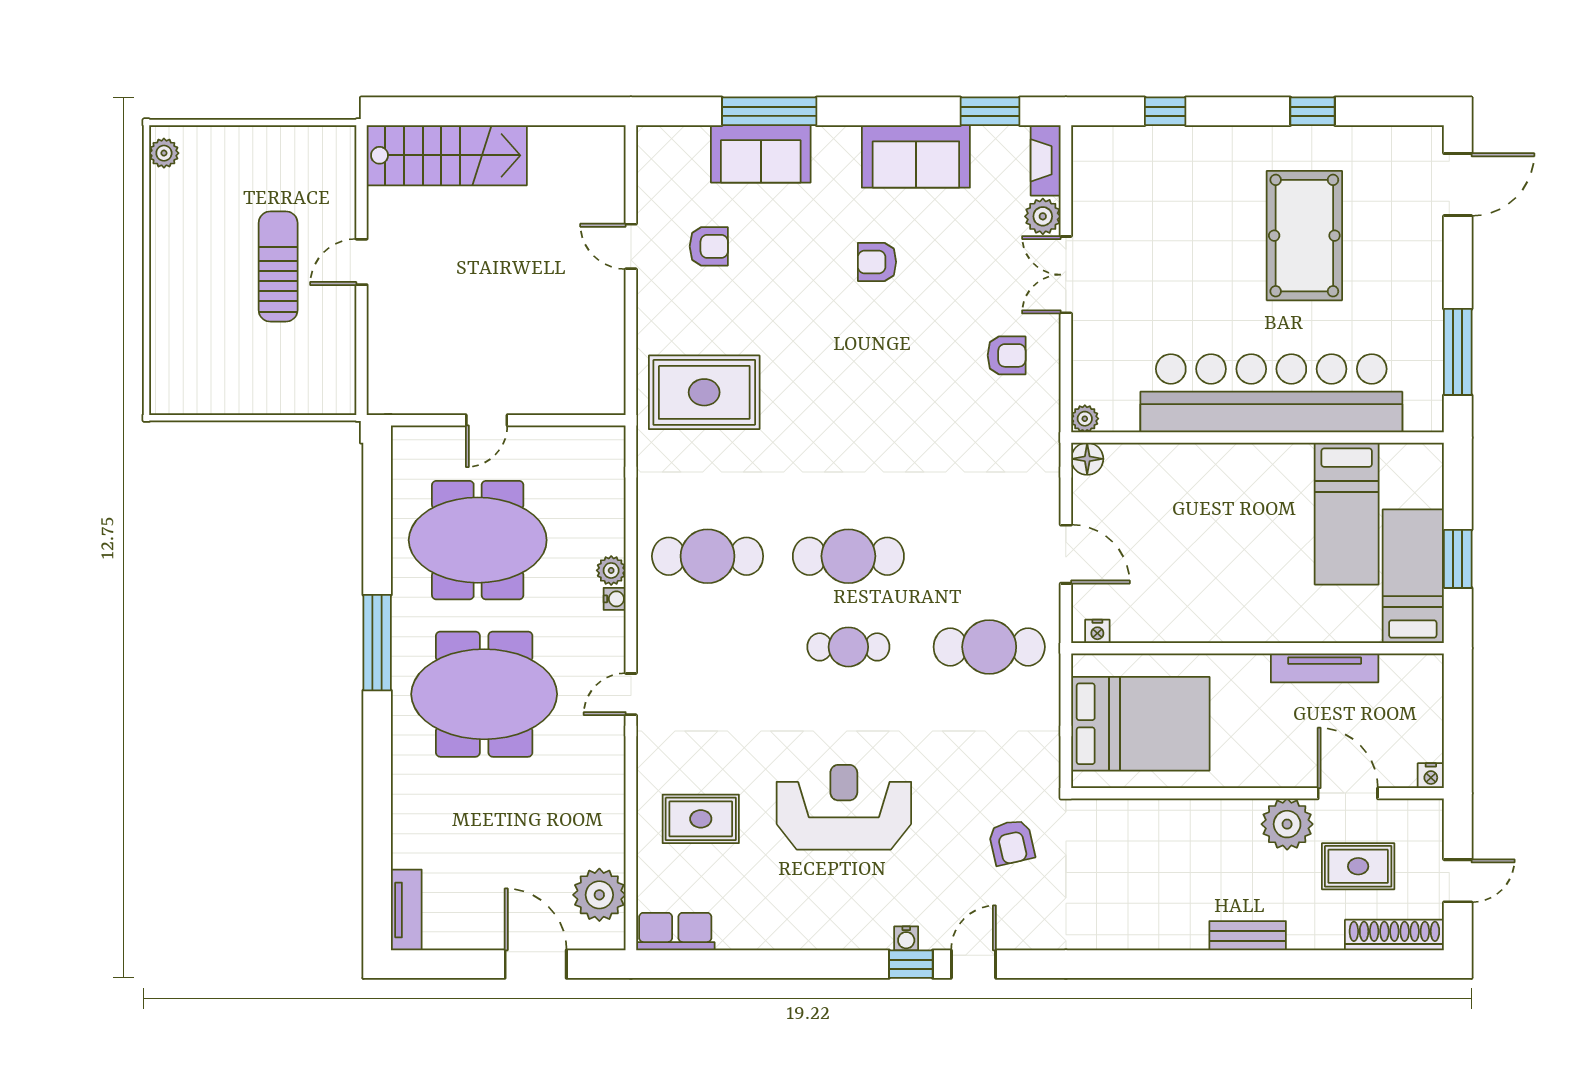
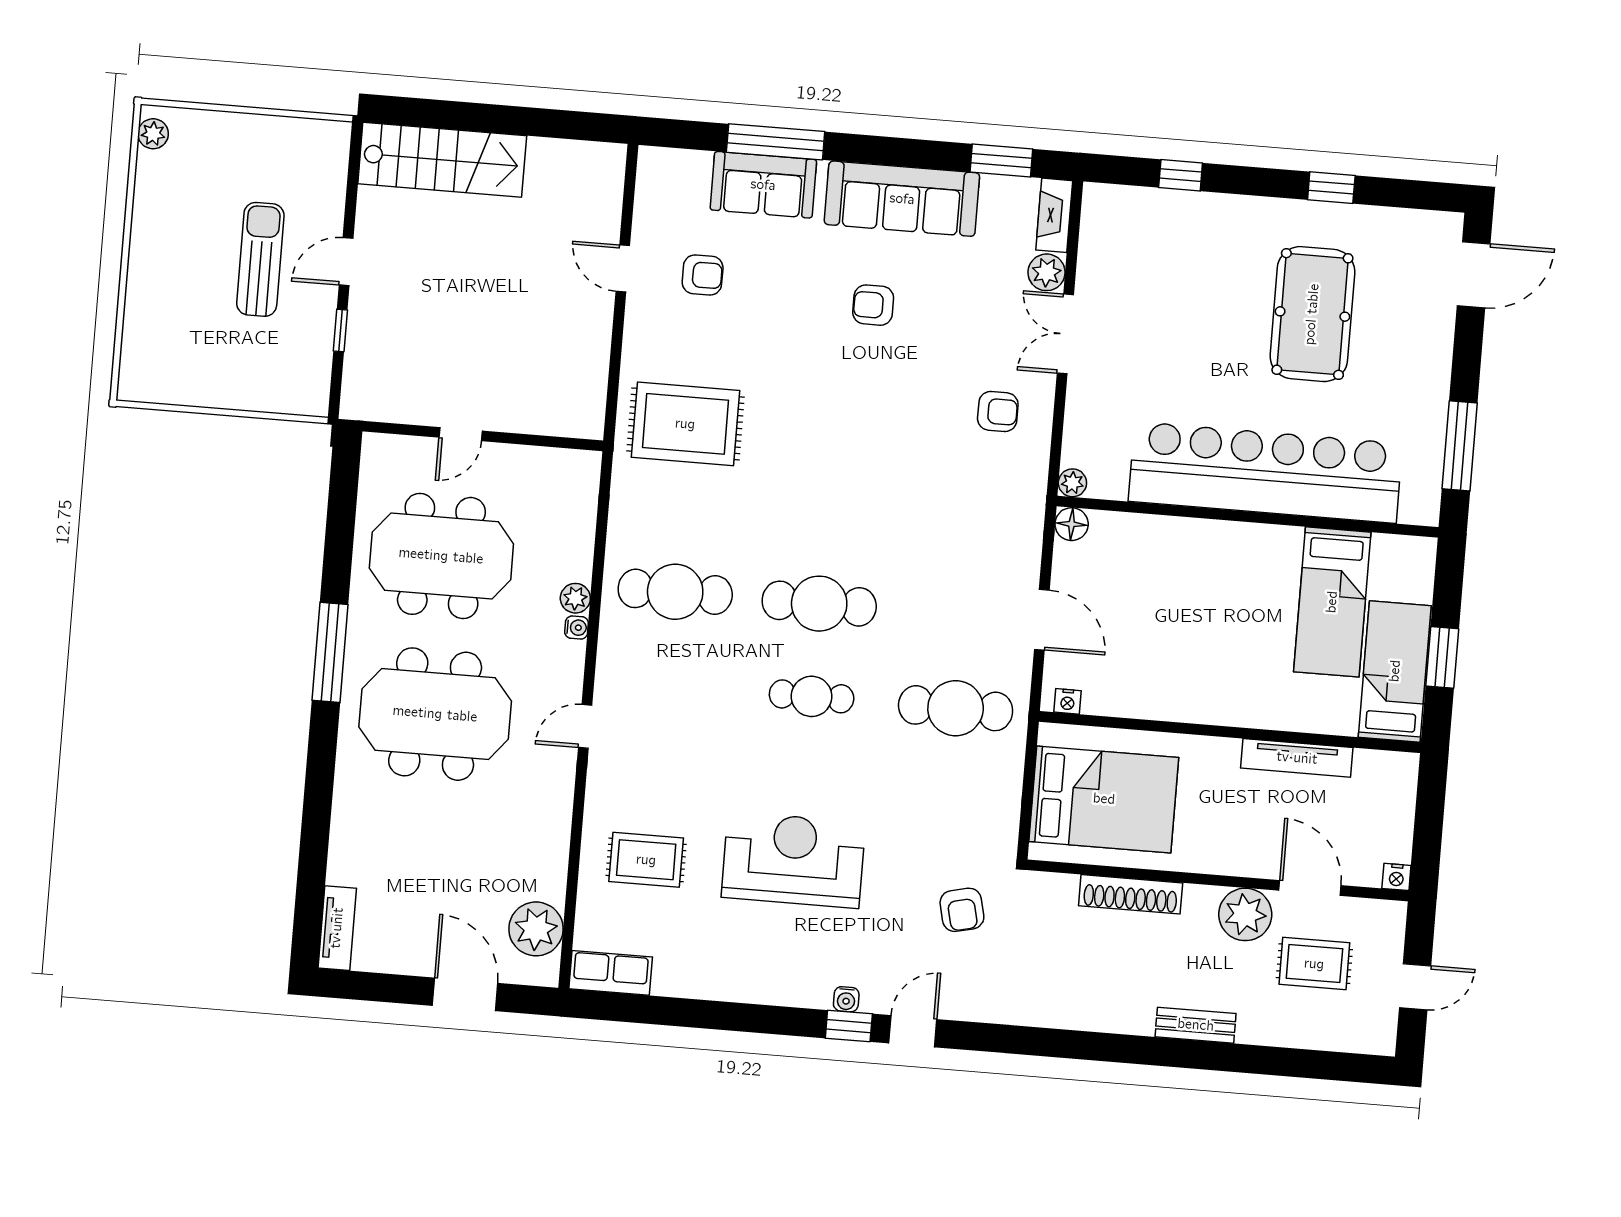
sofa: (916, 156) -> (902, 199), width x1.36
window: (362, 329) -> (340, 331), added
shoe rack: (1394, 935) -> (1131, 894), moved, turned 180

